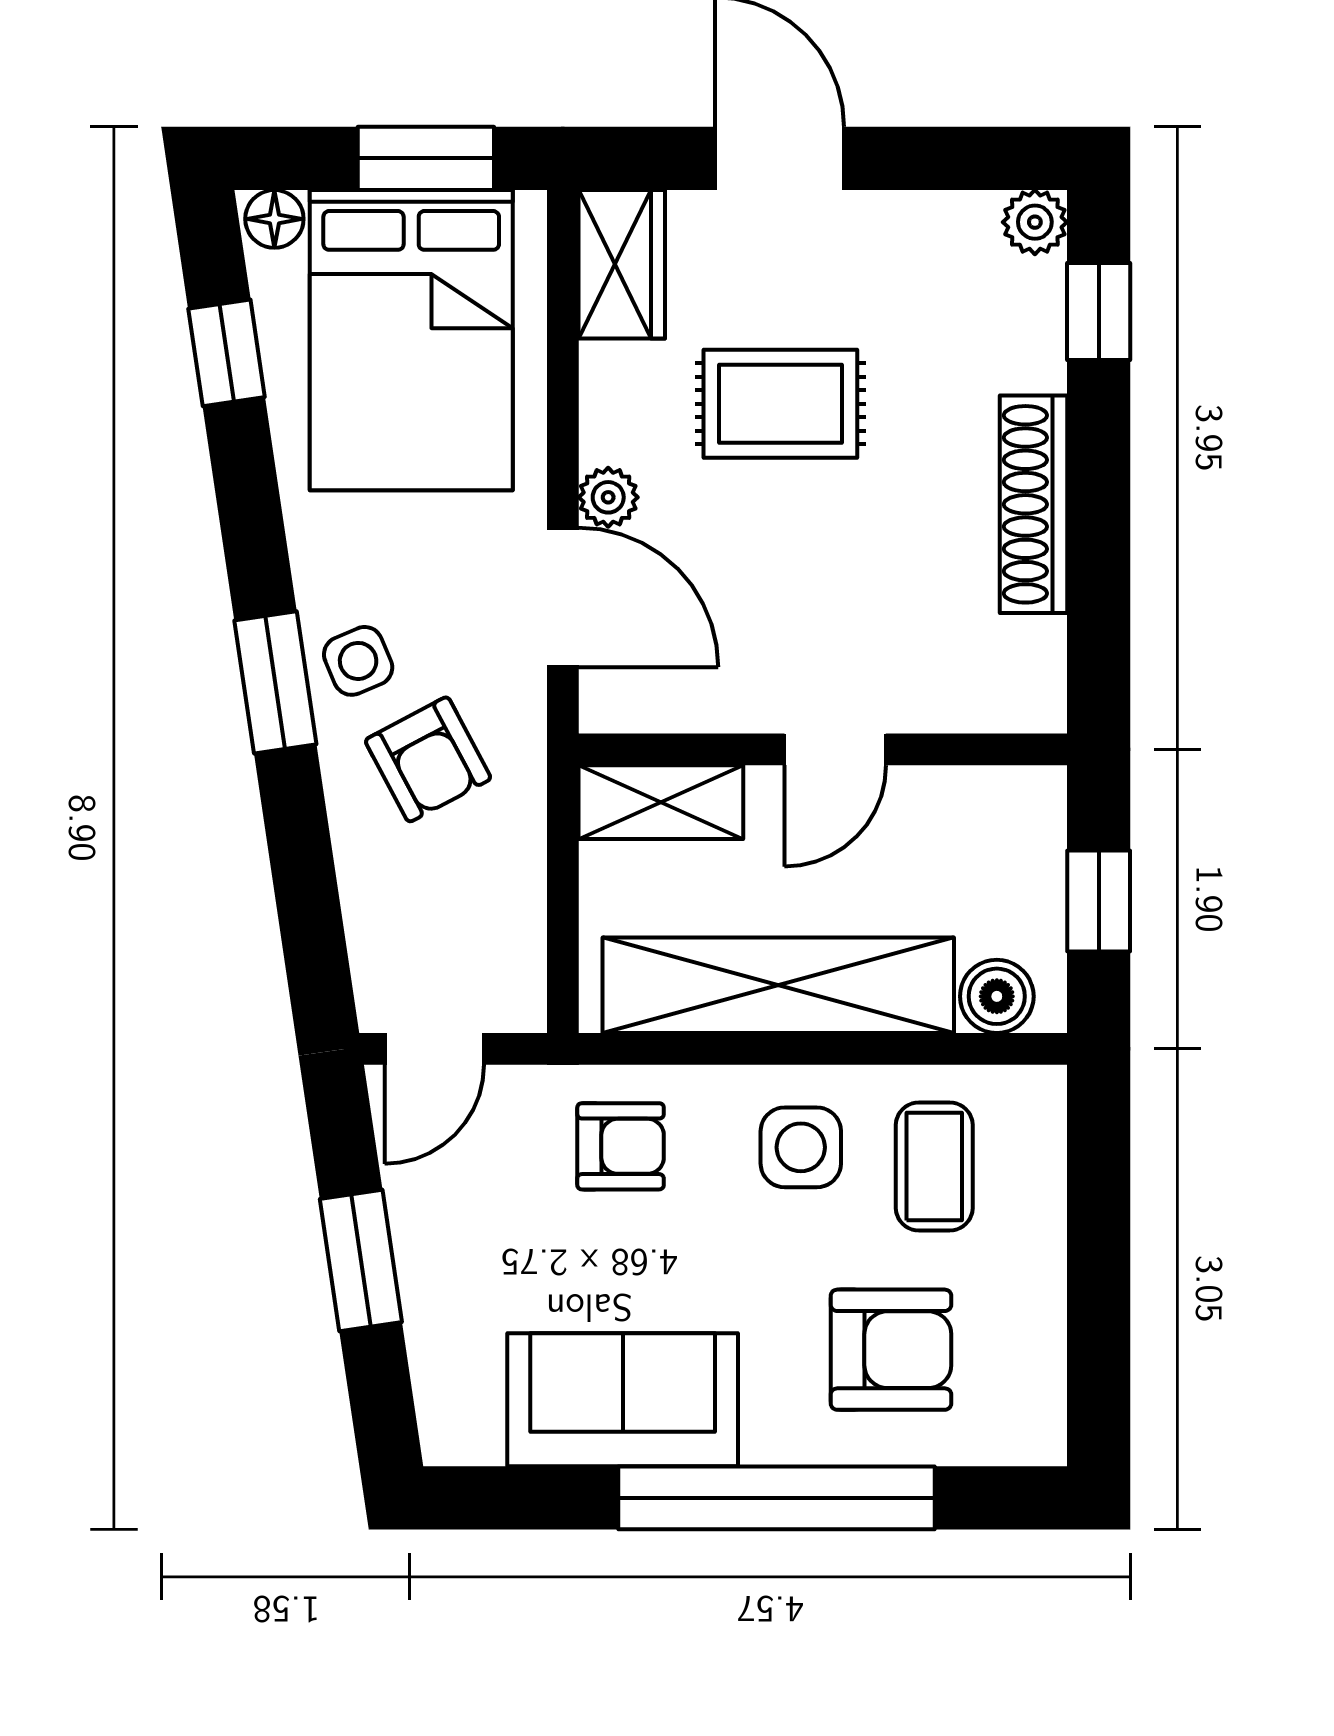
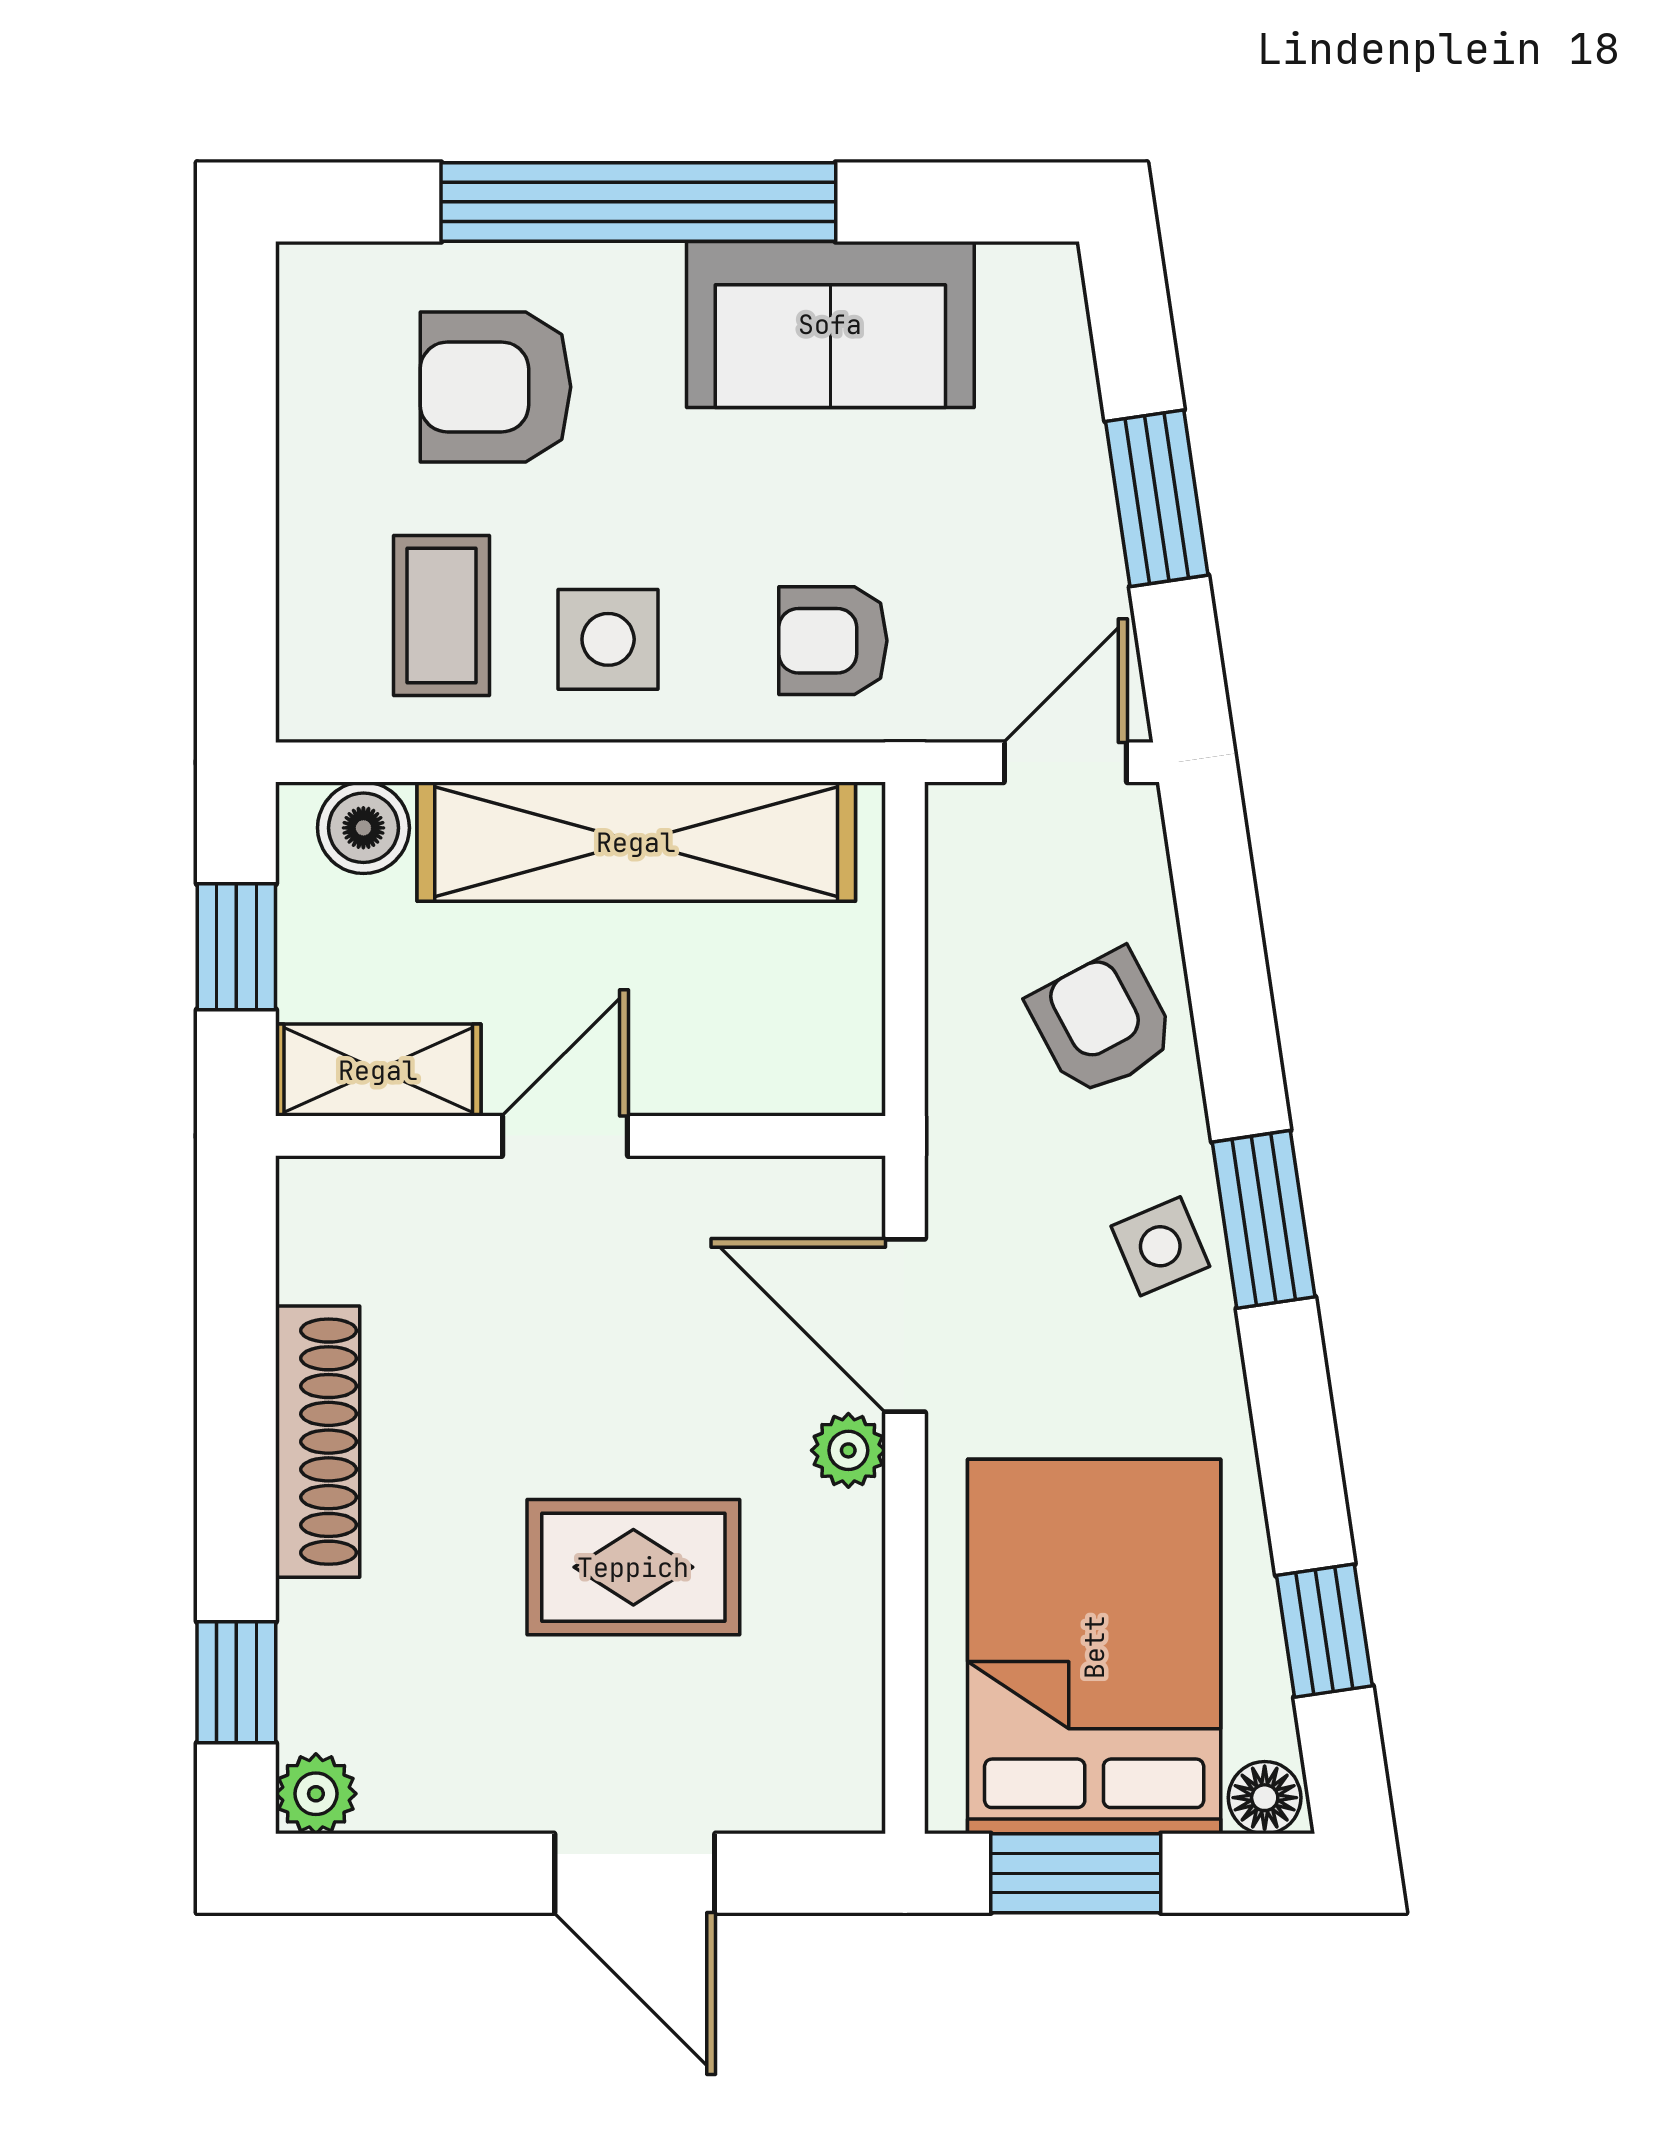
wardrobe: (622, 264) -> (831, 1741), removed
armchair: (428, 759) -> (1102, 1023), moved
shelving: (661, 802) -> (378, 1070), moved

